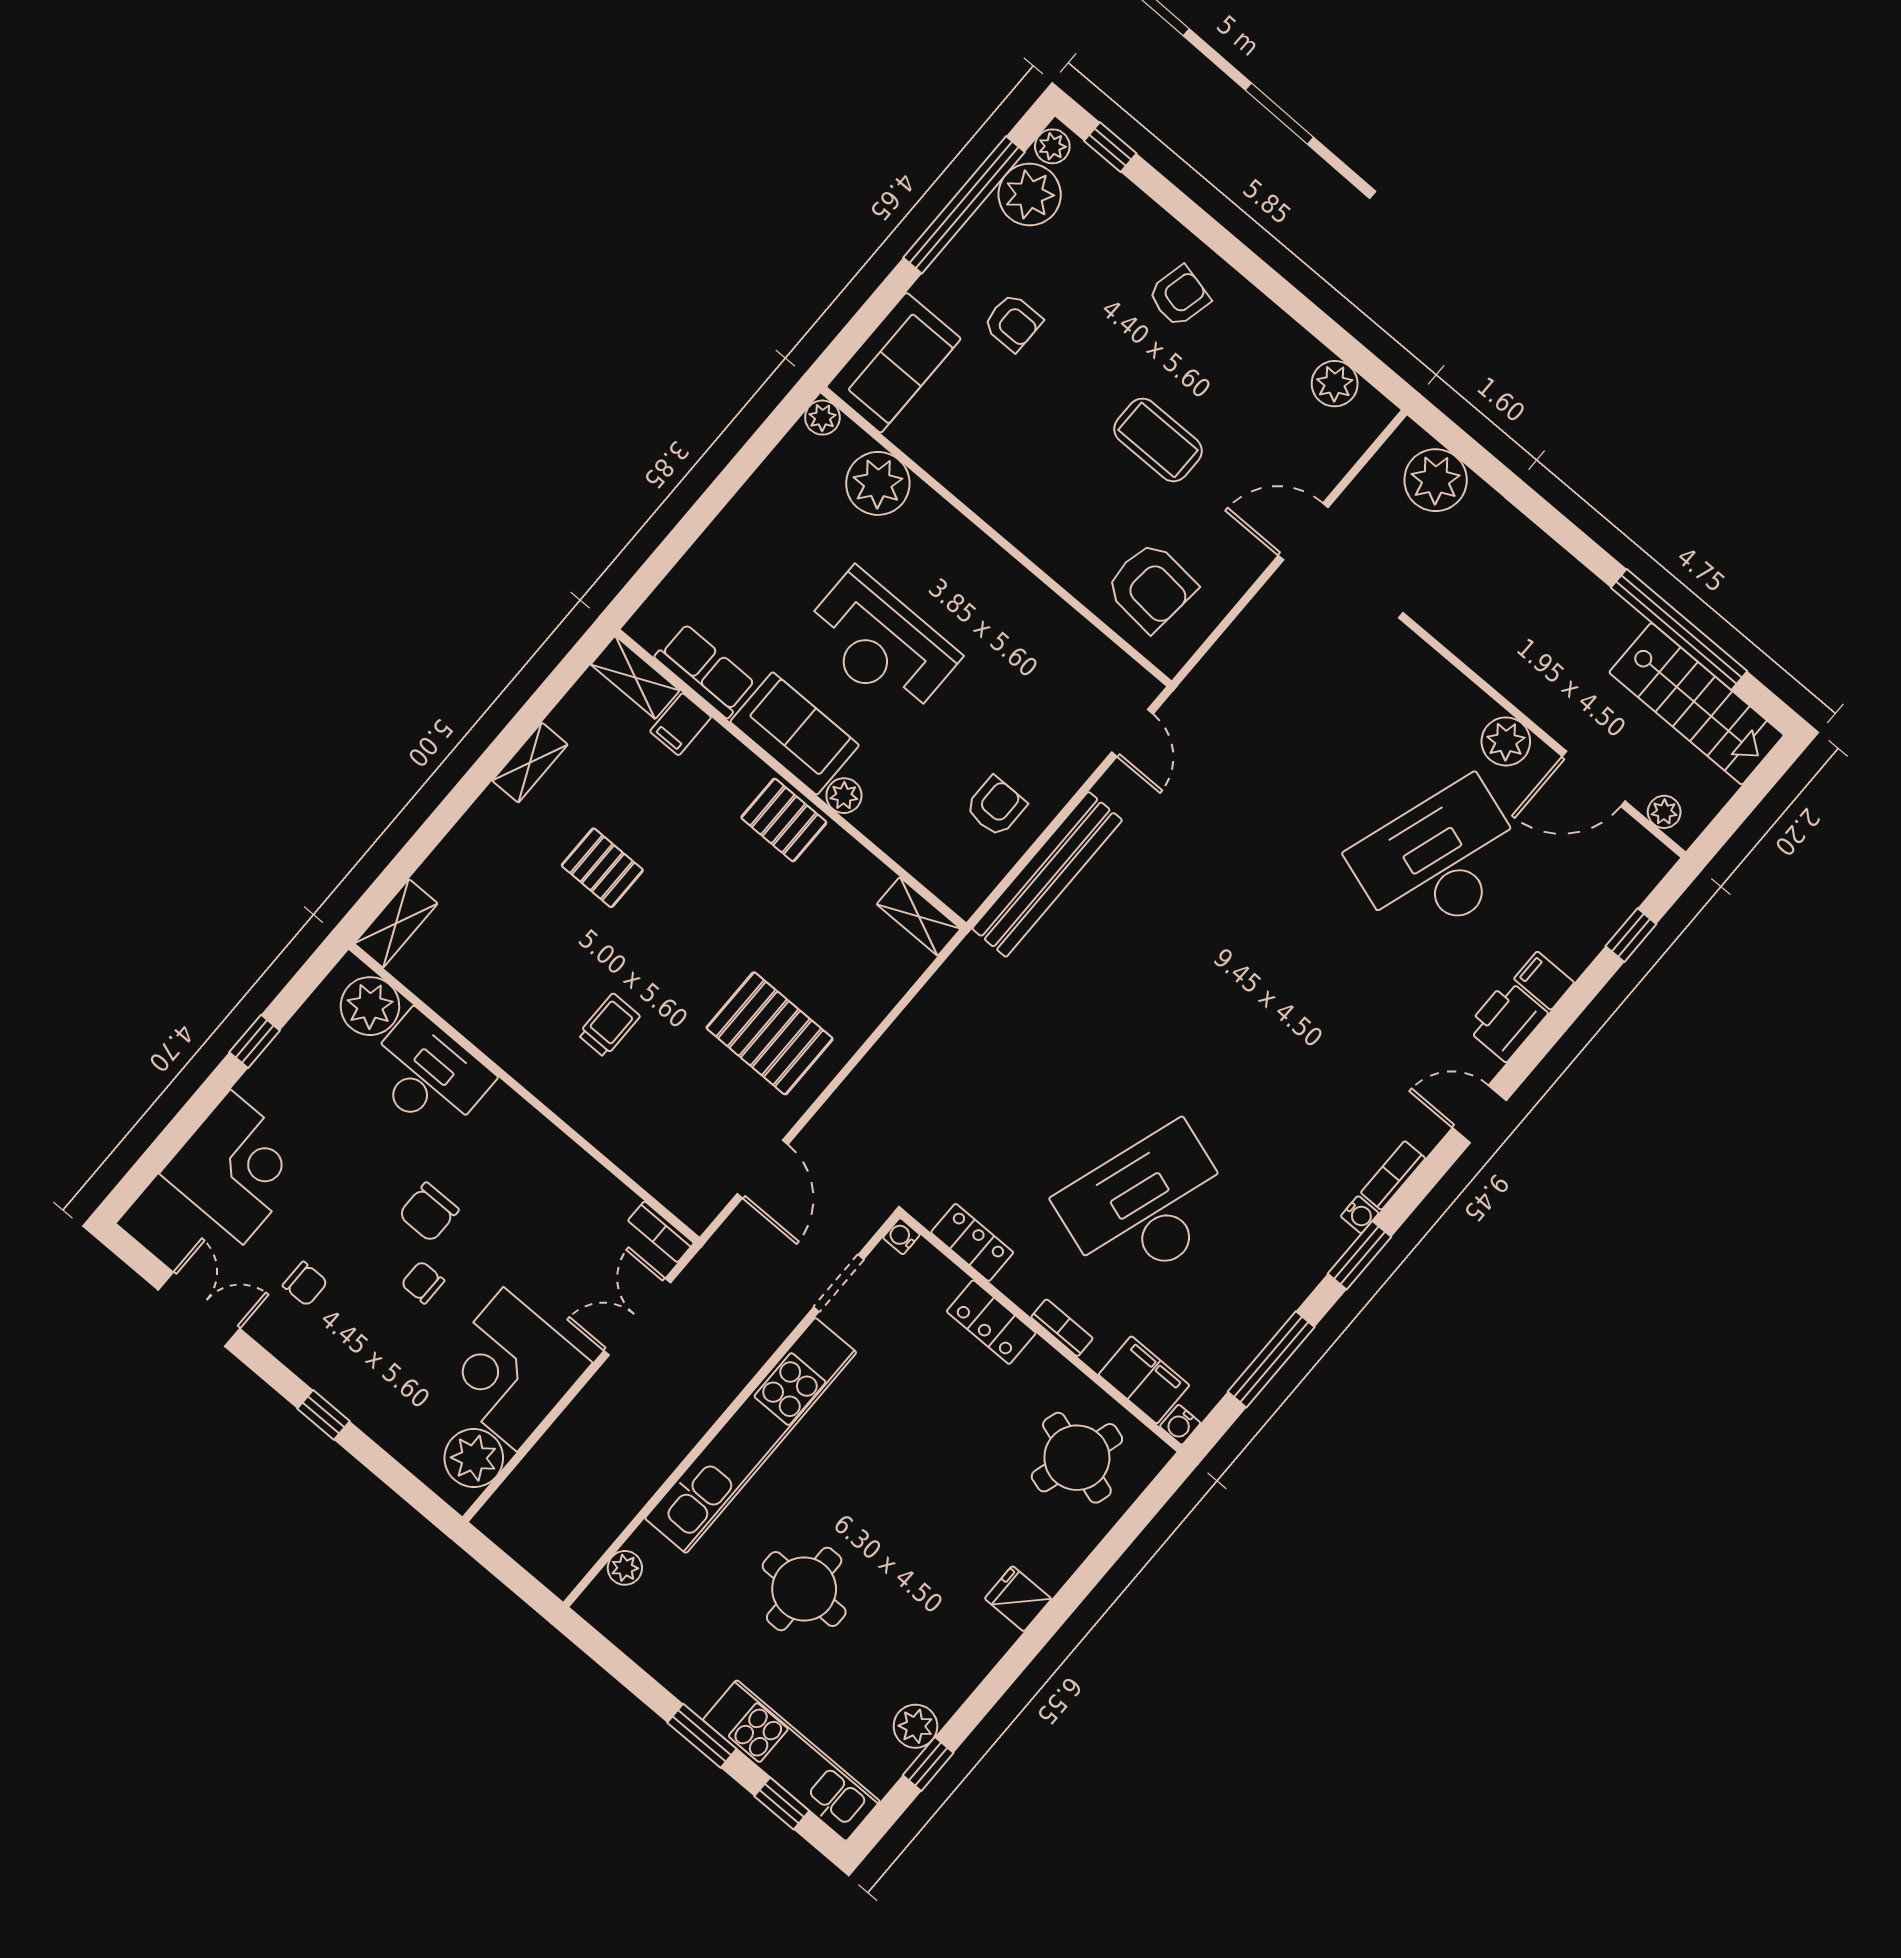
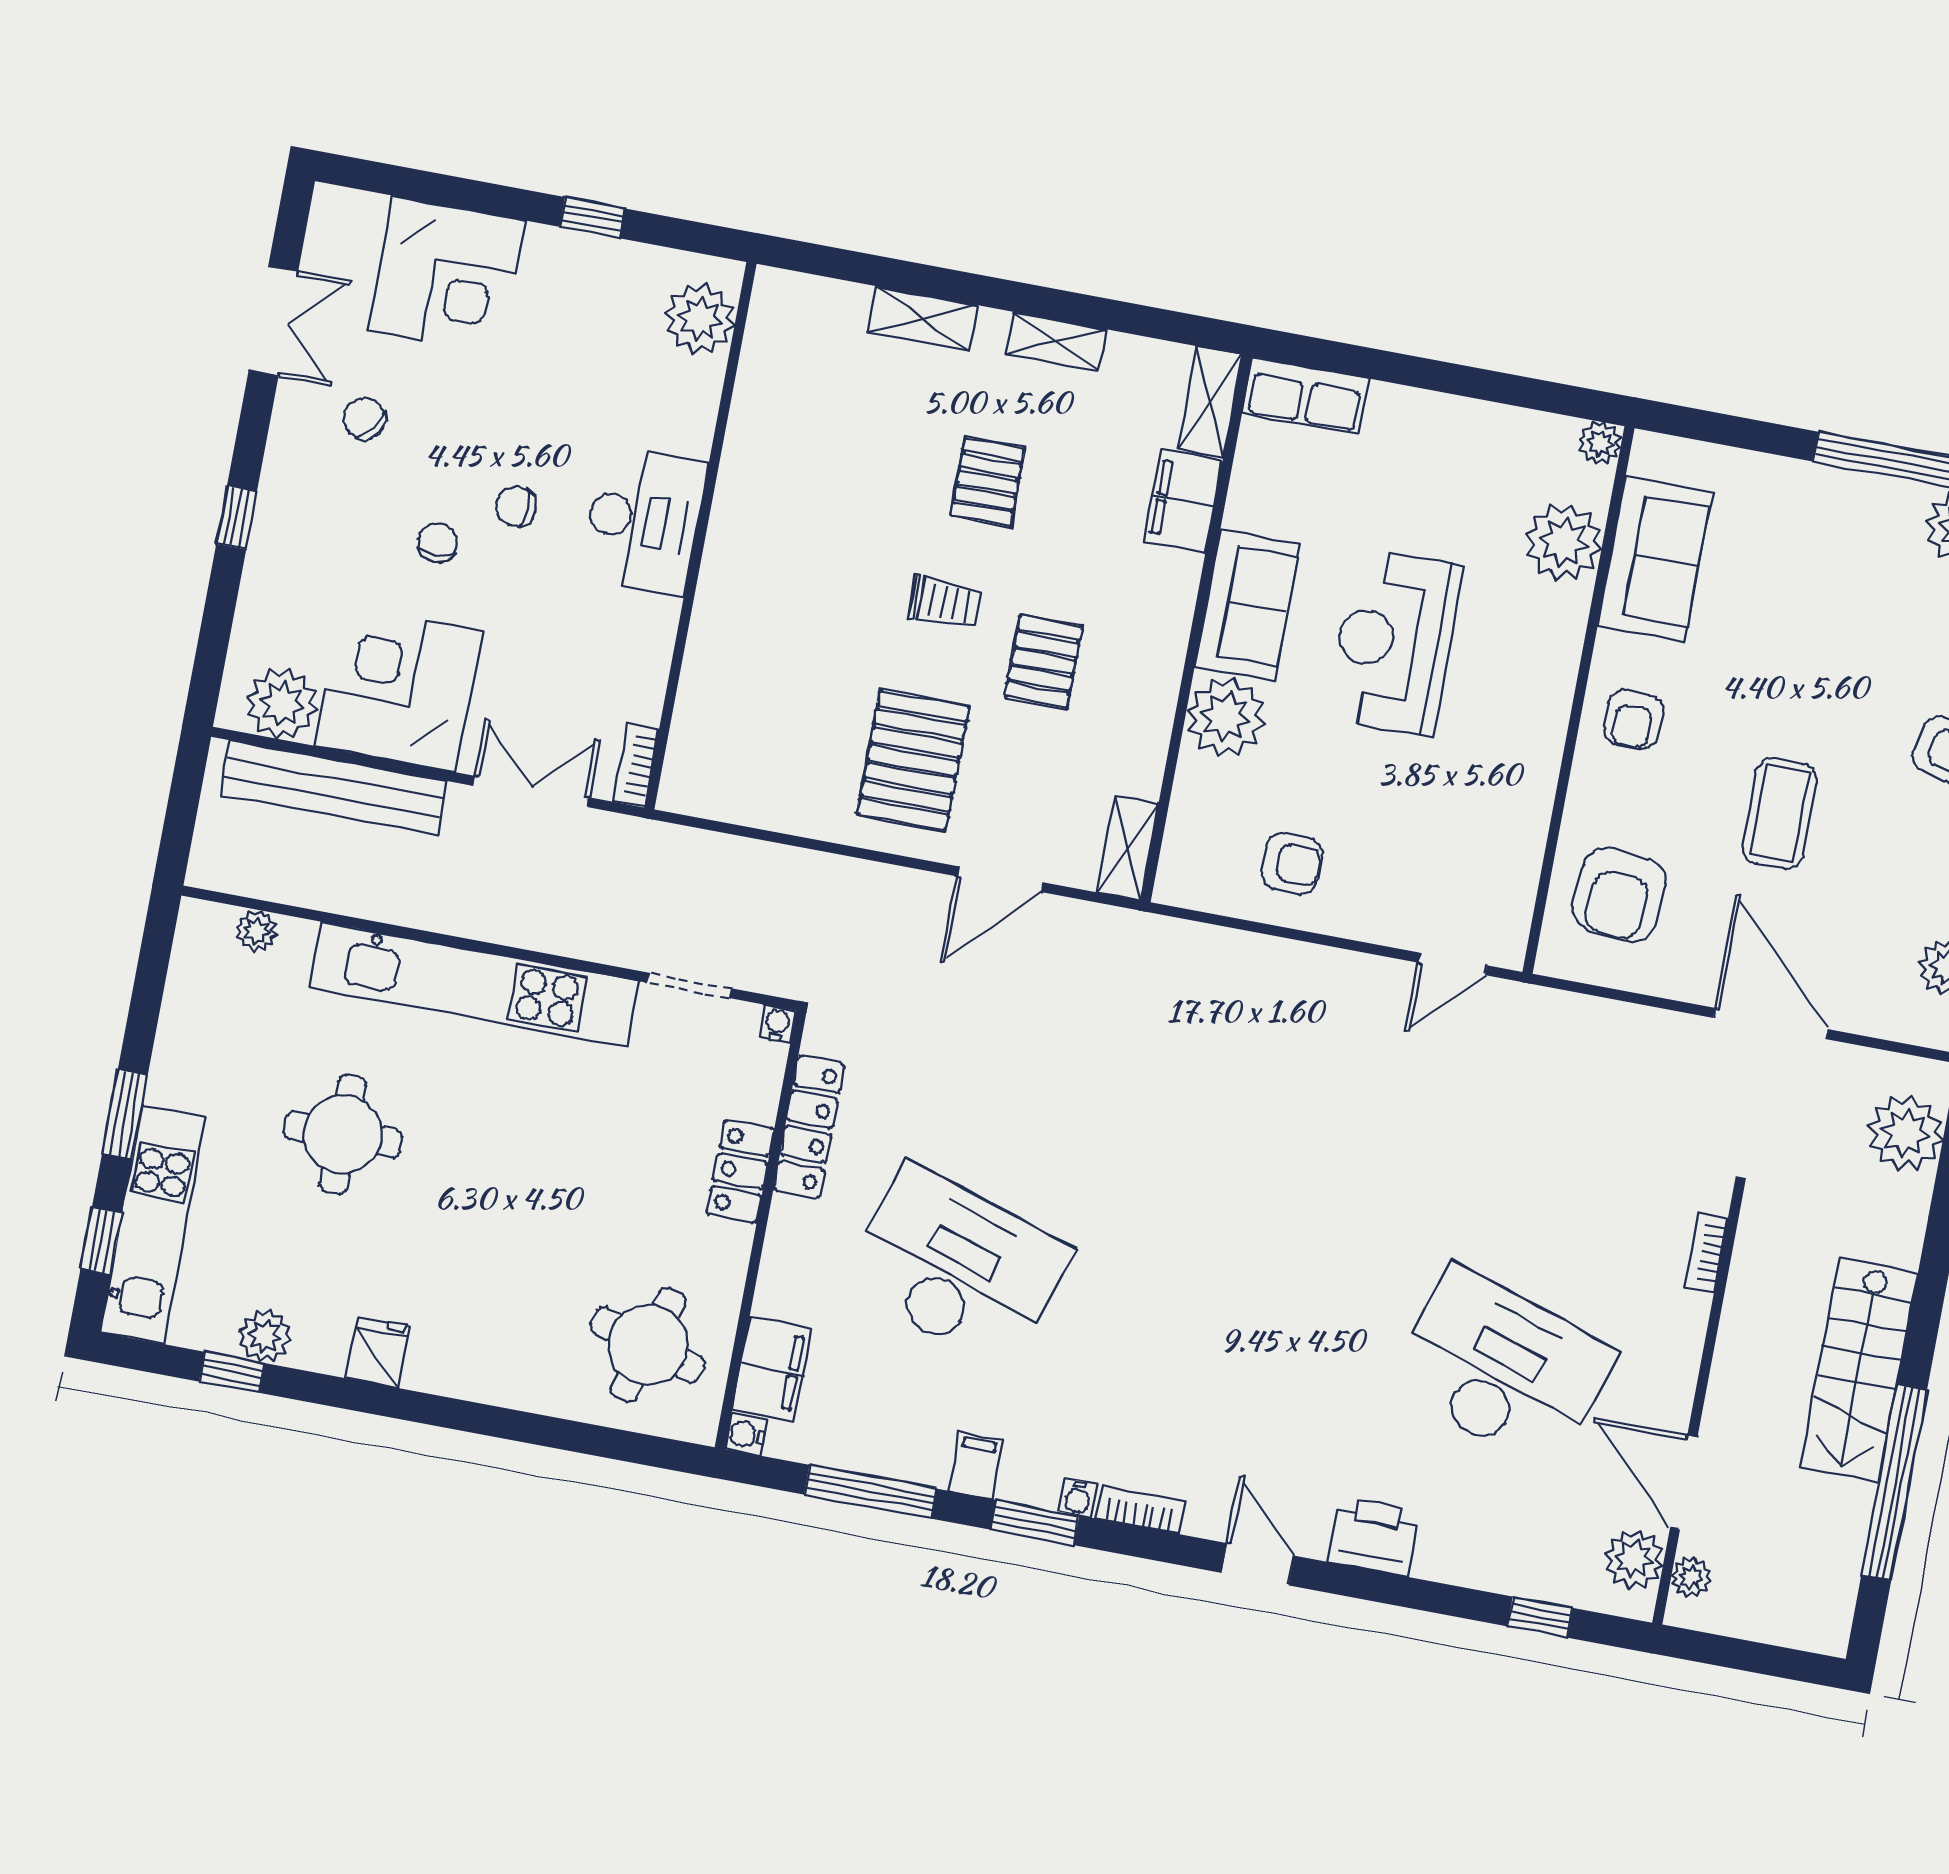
armchair: (1013, 323) -> (1633, 719), moved
sofa: (894, 363) -> (1655, 559), moved, turned -90
door: (1303, 532) -> (1770, 1023), width x1.36
row of seats: (705, 671) -> (1306, 395), moved, turned 90
stairs: (1697, 704) -> (1859, 1370), moved
filing cabinet: (681, 724) -> (1183, 501), width x2.00
plant: (1506, 741) -> (1634, 1559), moved
plant: (844, 796) -> (1226, 717), width x1.88, depth x1.88
pallet: (784, 820) -> (1044, 661), moved
bench: (1047, 874) -> (333, 788), moved
shelving: (396, 923) -> (923, 319), moved
filing cabinet: (1544, 981) -> (976, 1465), moved
trolley: (609, 1025) -> (945, 603), moved
desk: (428, 1074) -> (643, 520), moved
door: (762, 1169) -> (1000, 879), moved
chair: (429, 1212) -> (516, 506), width x0.73, depth x0.73
locker: (972, 1242) -> (809, 1127), width x1.53
chair: (305, 1284) -> (365, 418), turned 127
bookcase: (1062, 1328) -> (1706, 1253), moved, turned 180
fridge: (1018, 1599) -> (378, 1352), moved

